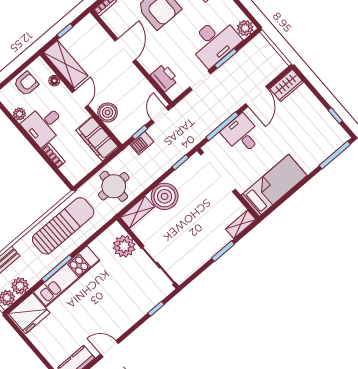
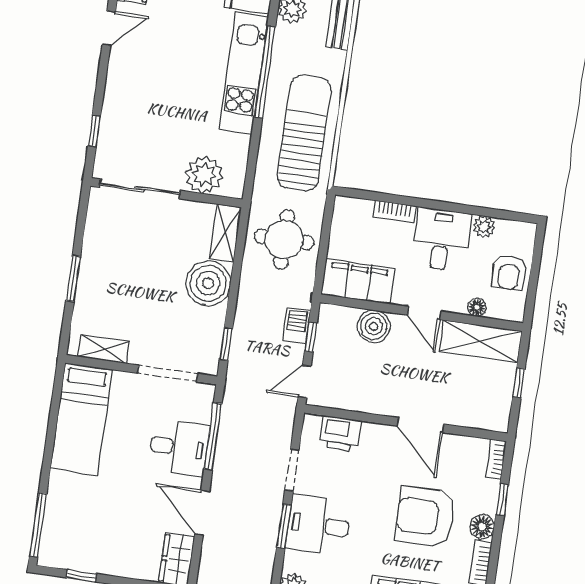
desk: (215, 42) -> (318, 525), width x0.73
door: (160, 115) -> (304, 381), swing flipped
doorway: (218, 172) -> (167, 373), width x0.73
shelving: (241, 224) -> (104, 349), moved, turned 90
sun lounger: (63, 226) -> (304, 133), turned 180
window: (57, 268) -> (265, 72), width x1.46

